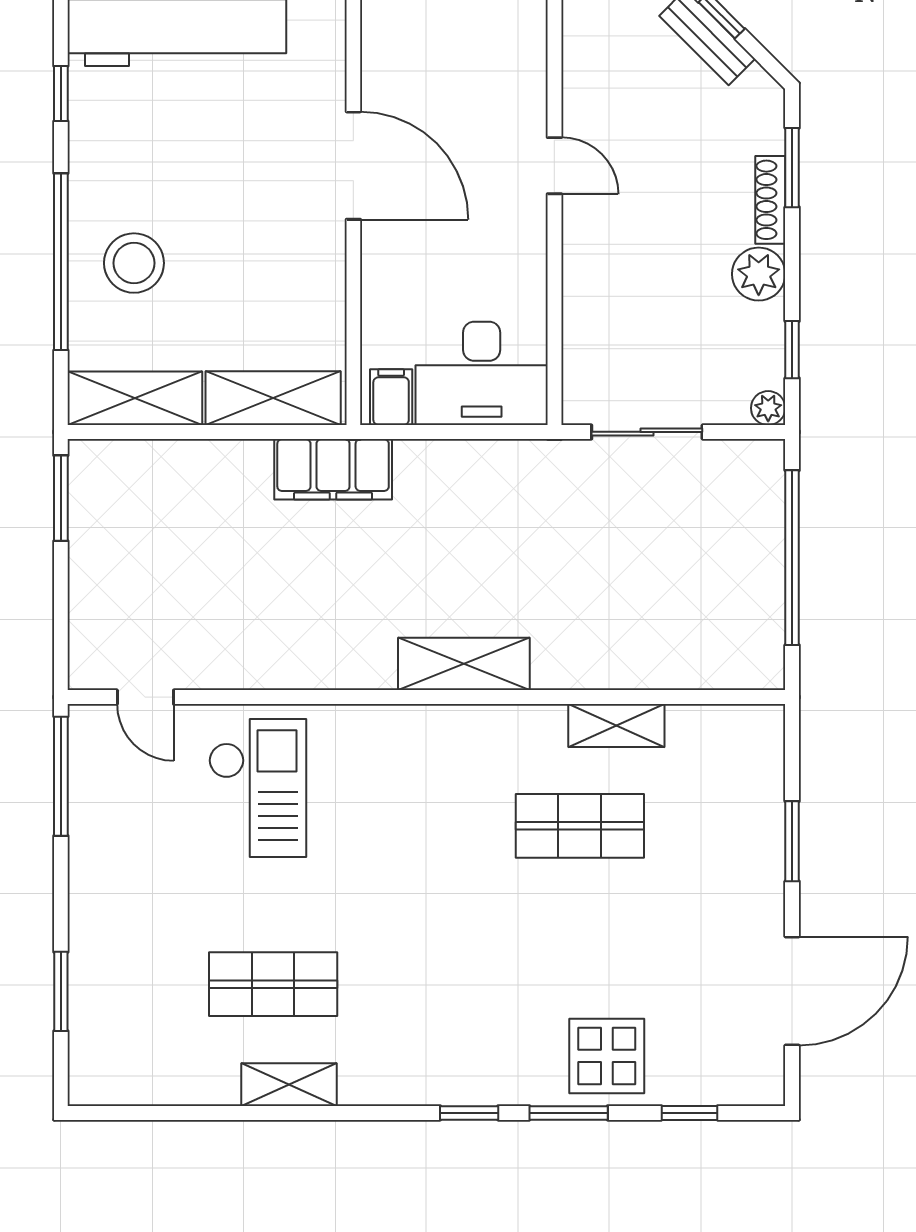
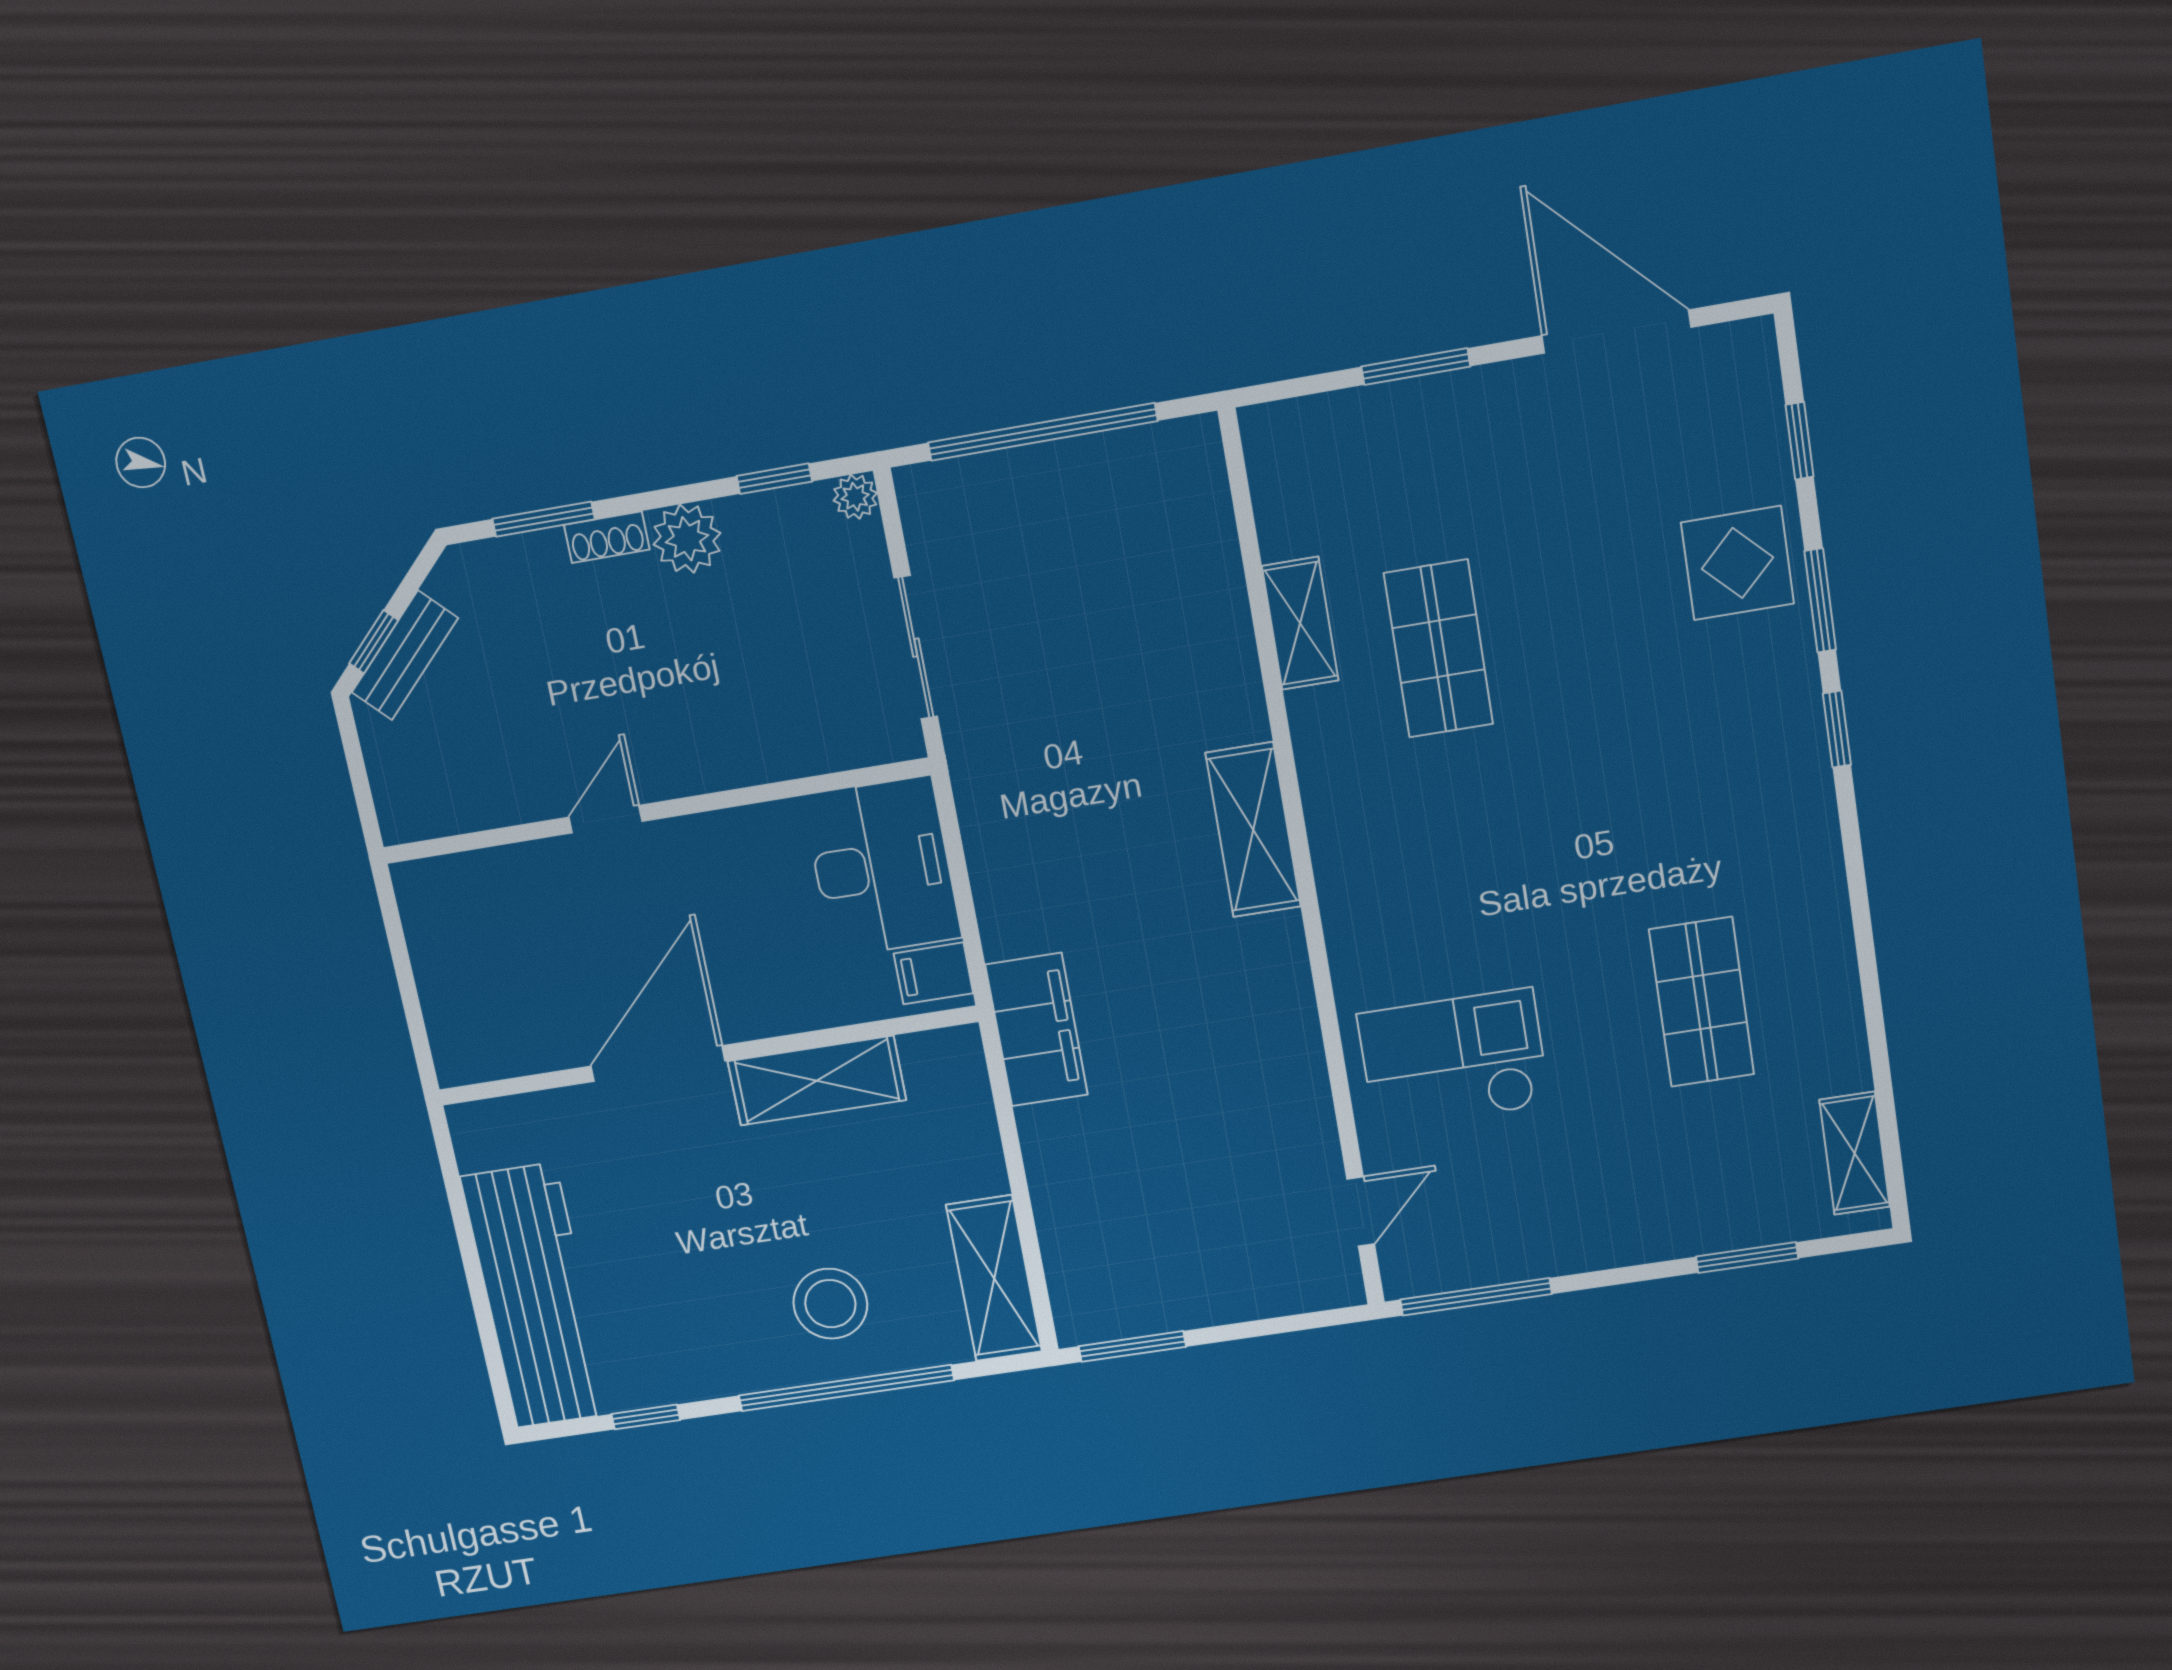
shoe rack: (770, 200) -> (607, 537), width x0.70
shelving: (273, 398) -> (817, 1081), moved, turned 90
shelving: (289, 1085) -> (1855, 1153), moved

